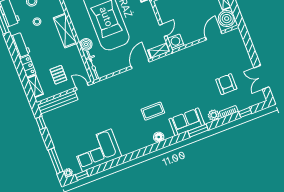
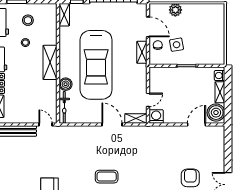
door: (140, 64) -> (112, 125), hinge flipped
pallet: (58, 75) -> (26, 104), removed

